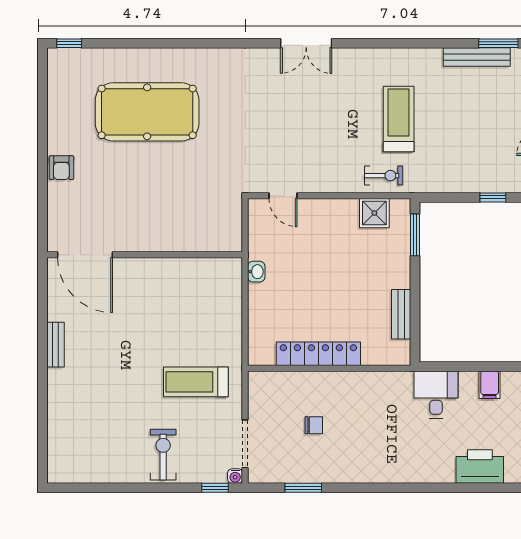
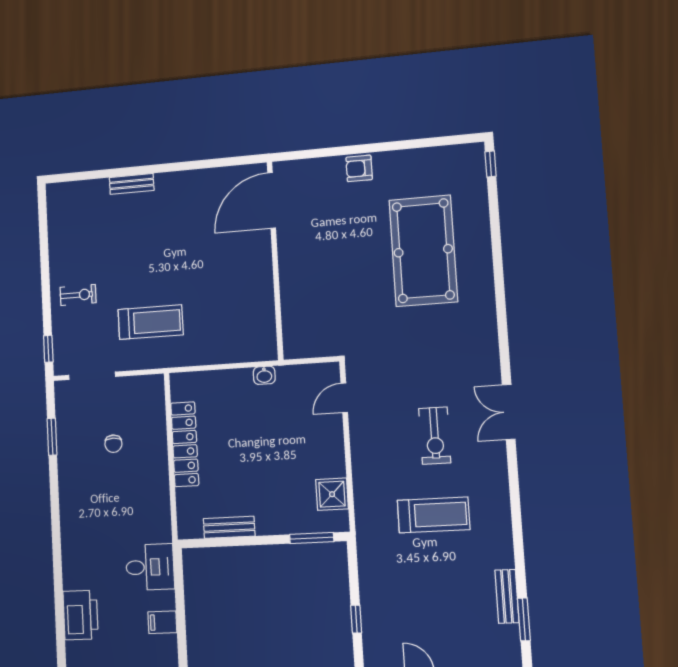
bench: (477, 57) -> (507, 596), width x0.73
exercise bike: (384, 176) -> (435, 436), moved, width x1.38, depth x1.39
bench: (55, 345) -> (132, 184), moved
treadmill: (196, 382) -> (151, 322), turned 90
exercise bike: (163, 455) -> (78, 295), width x0.73, depth x0.72
water cooler: (235, 476) -> (60, 368), removed

